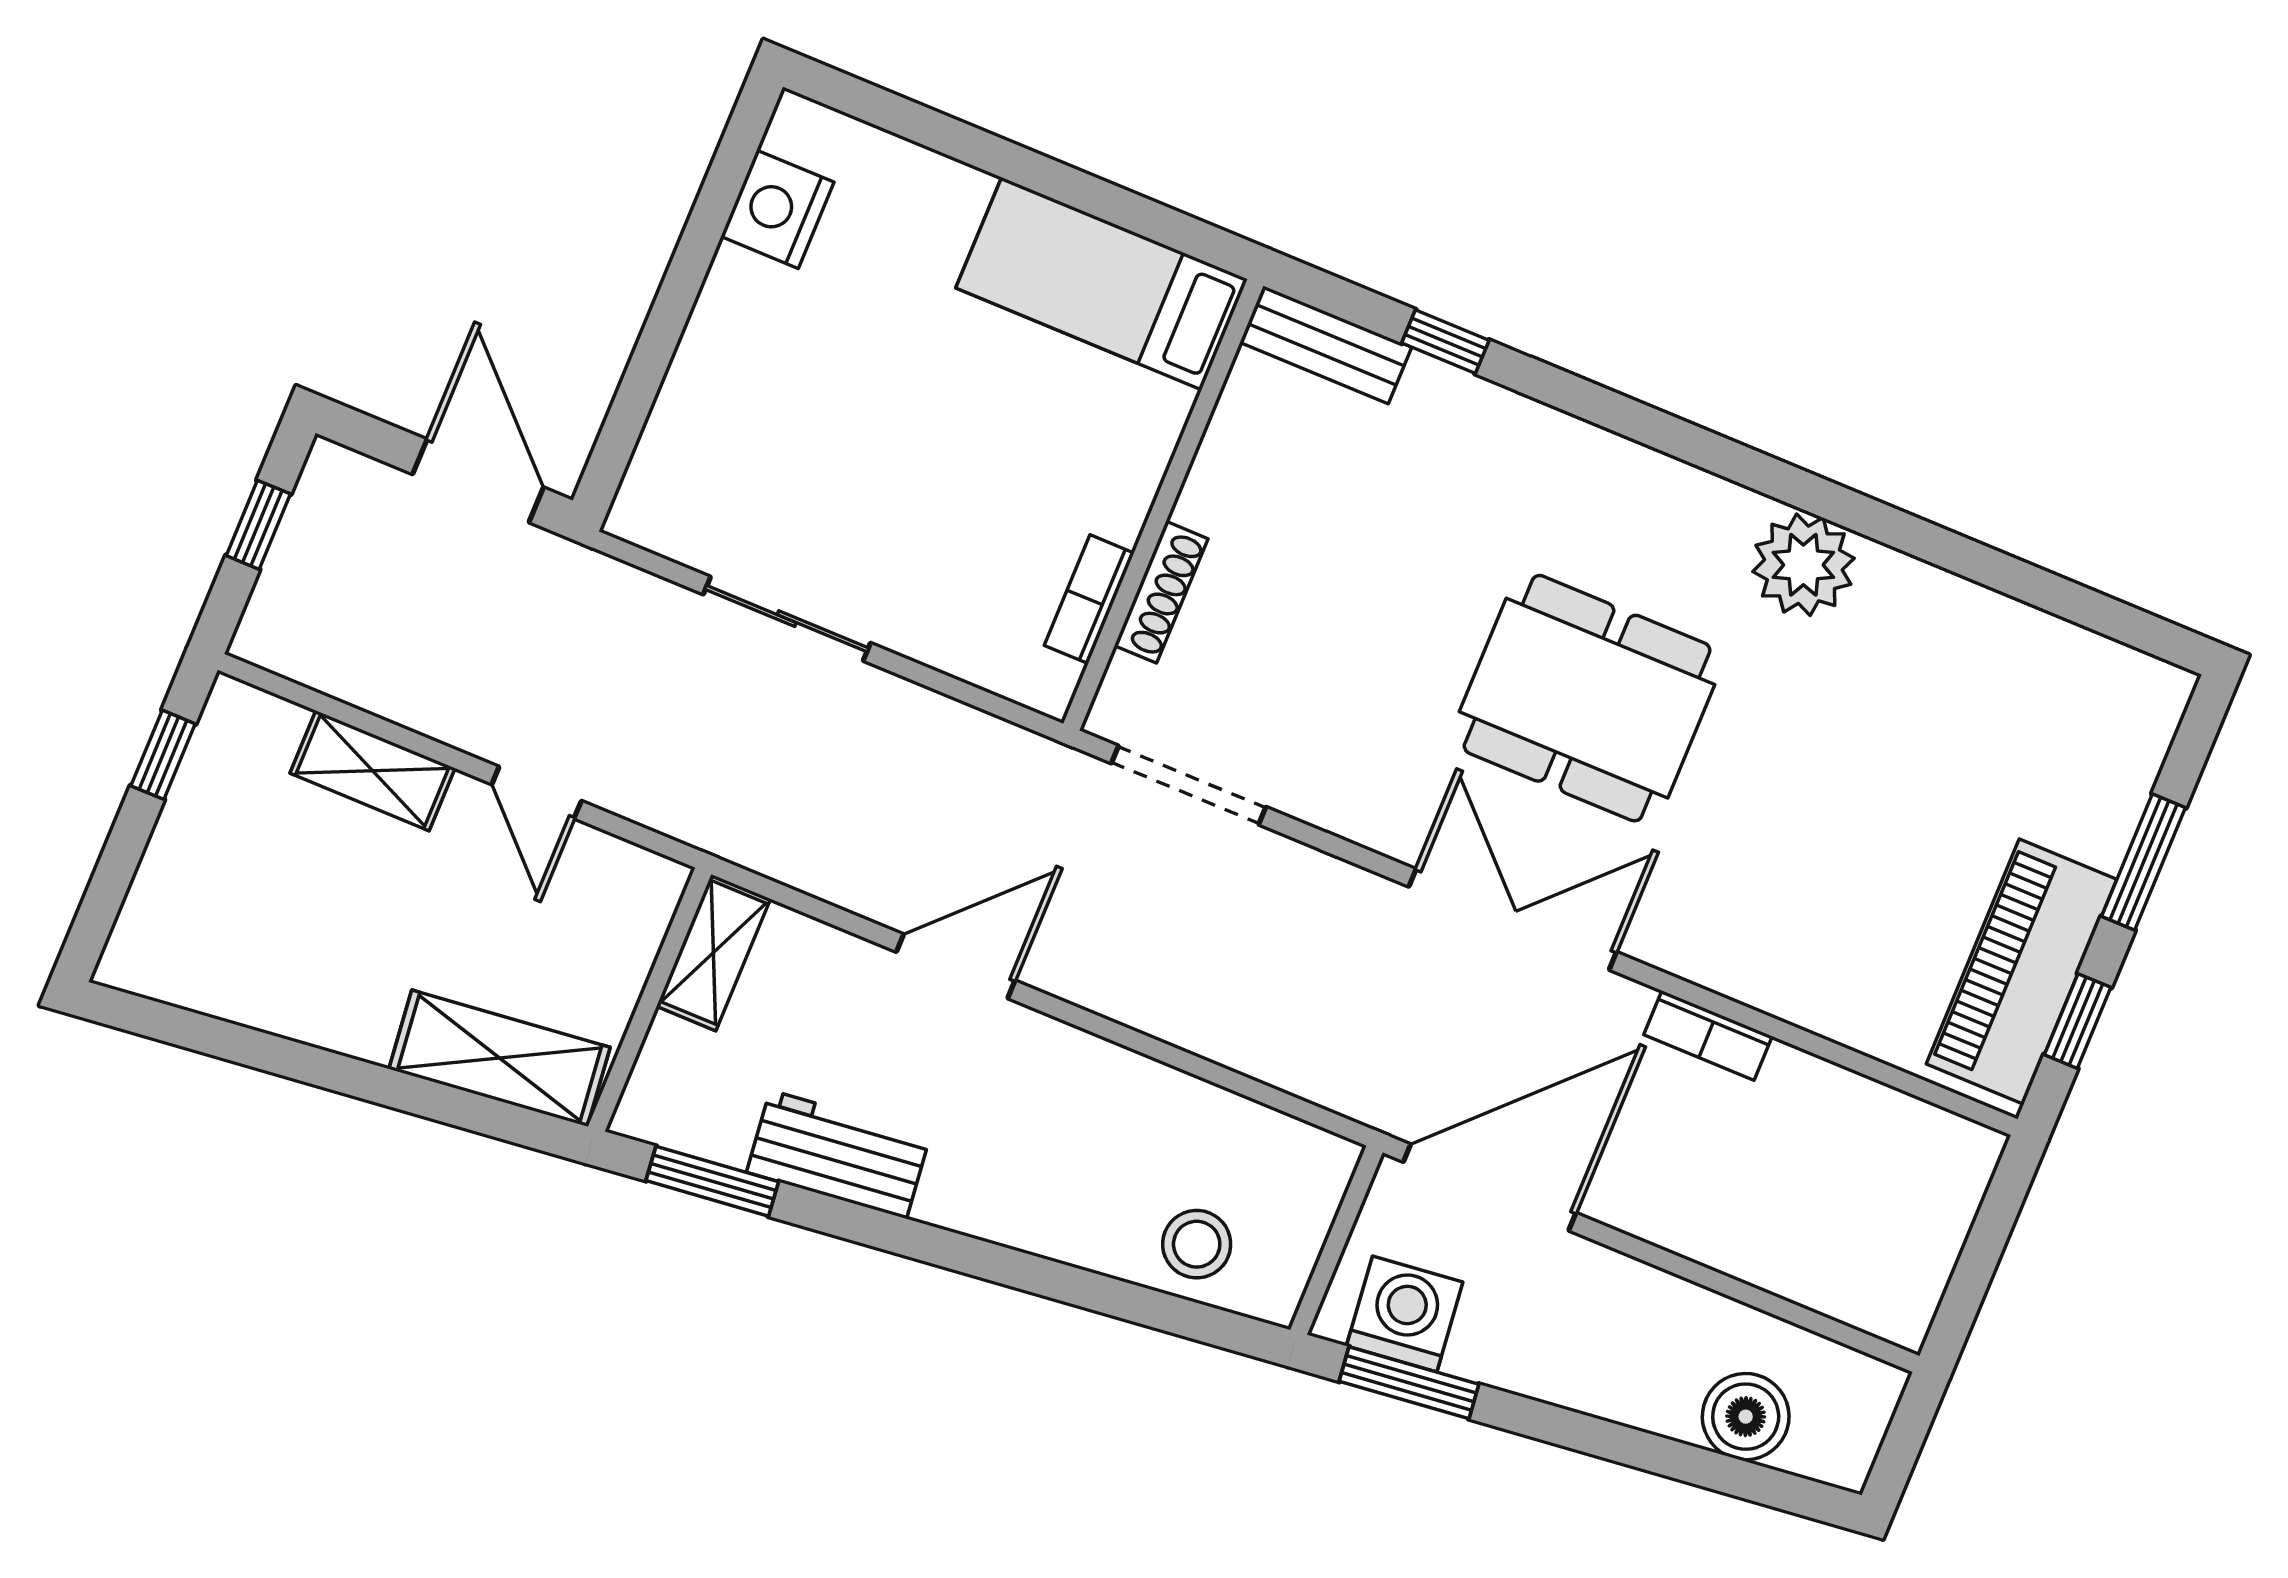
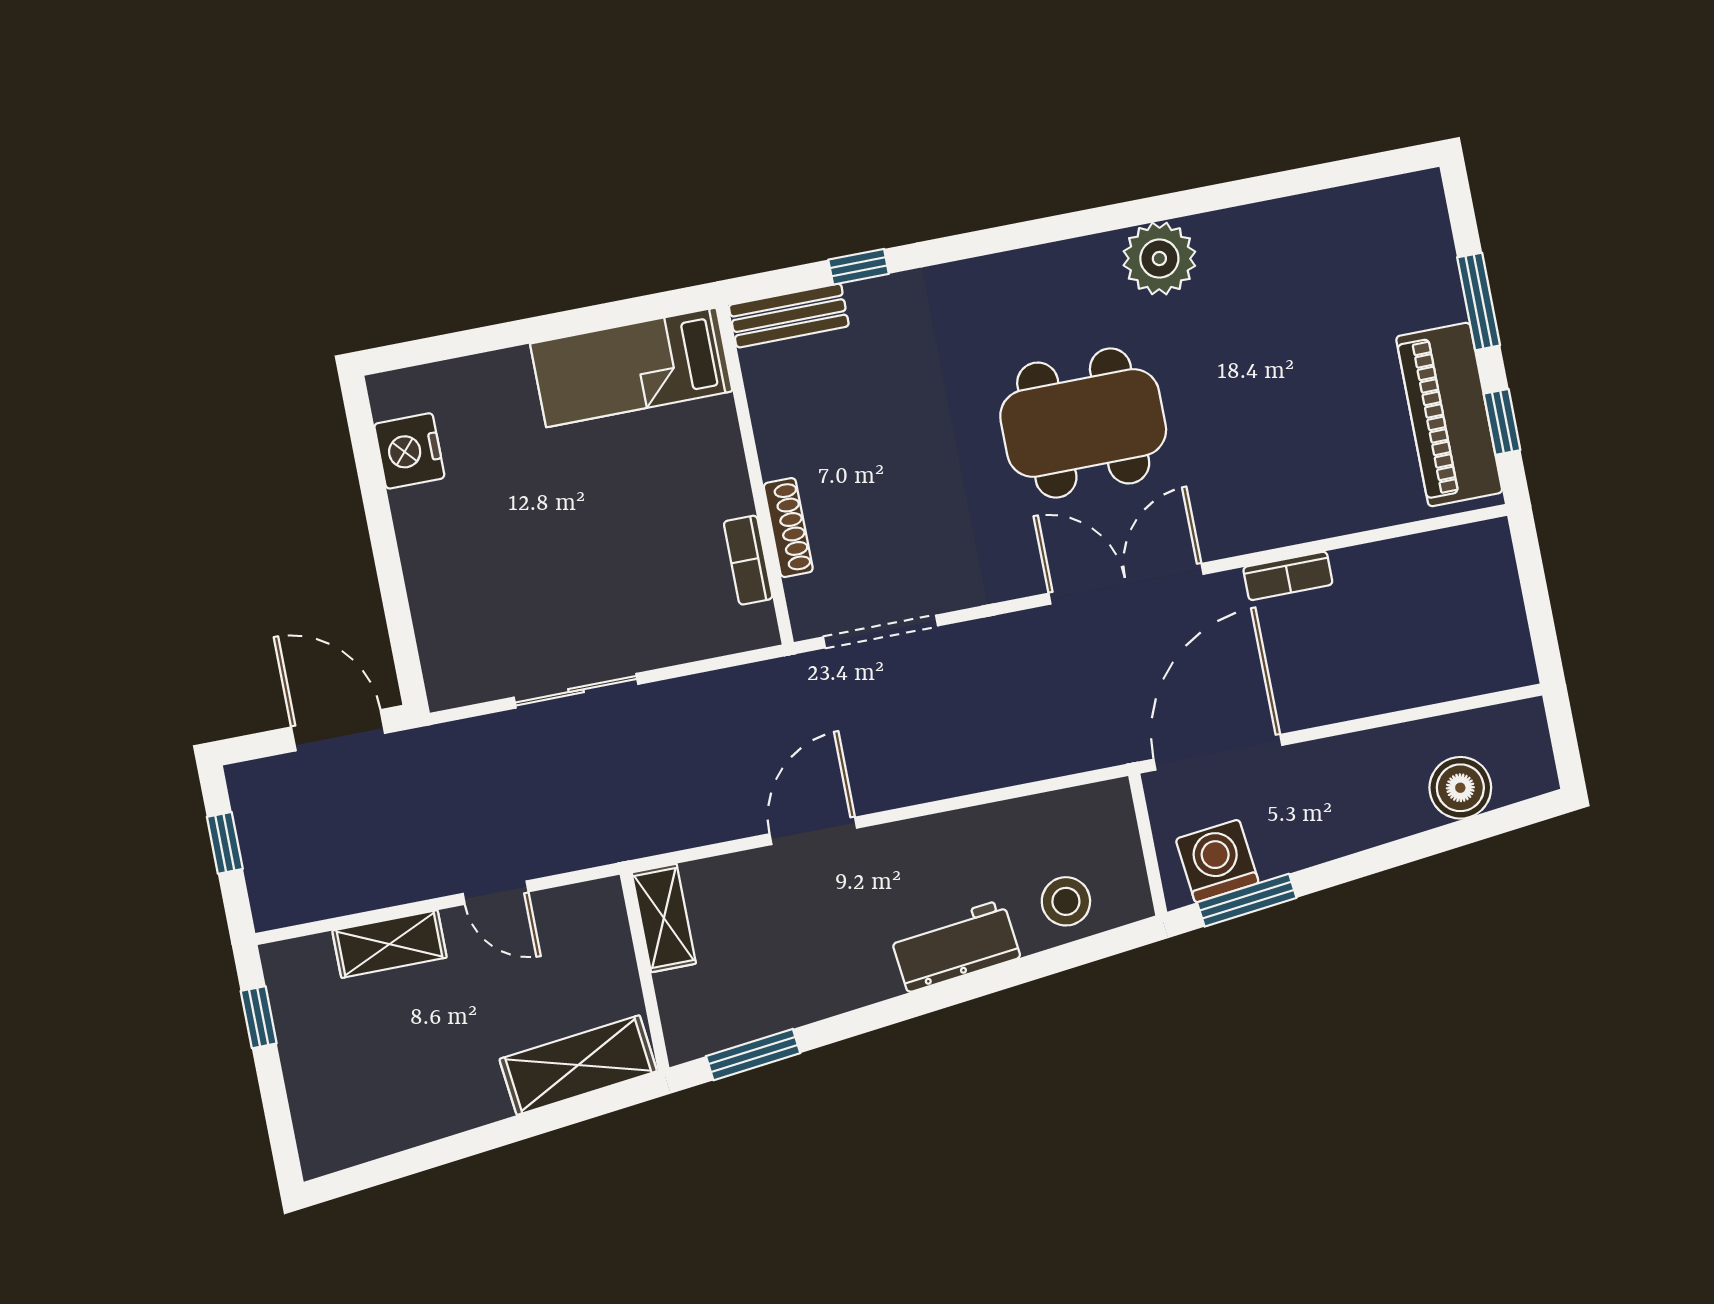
workbench: (838, 1154) -> (955, 946), moved

